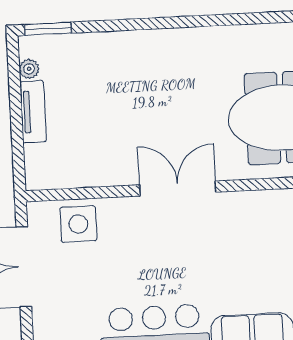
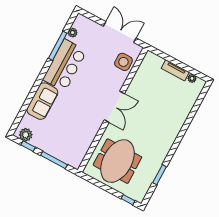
window: (48, 29) -> (160, 175), moved

